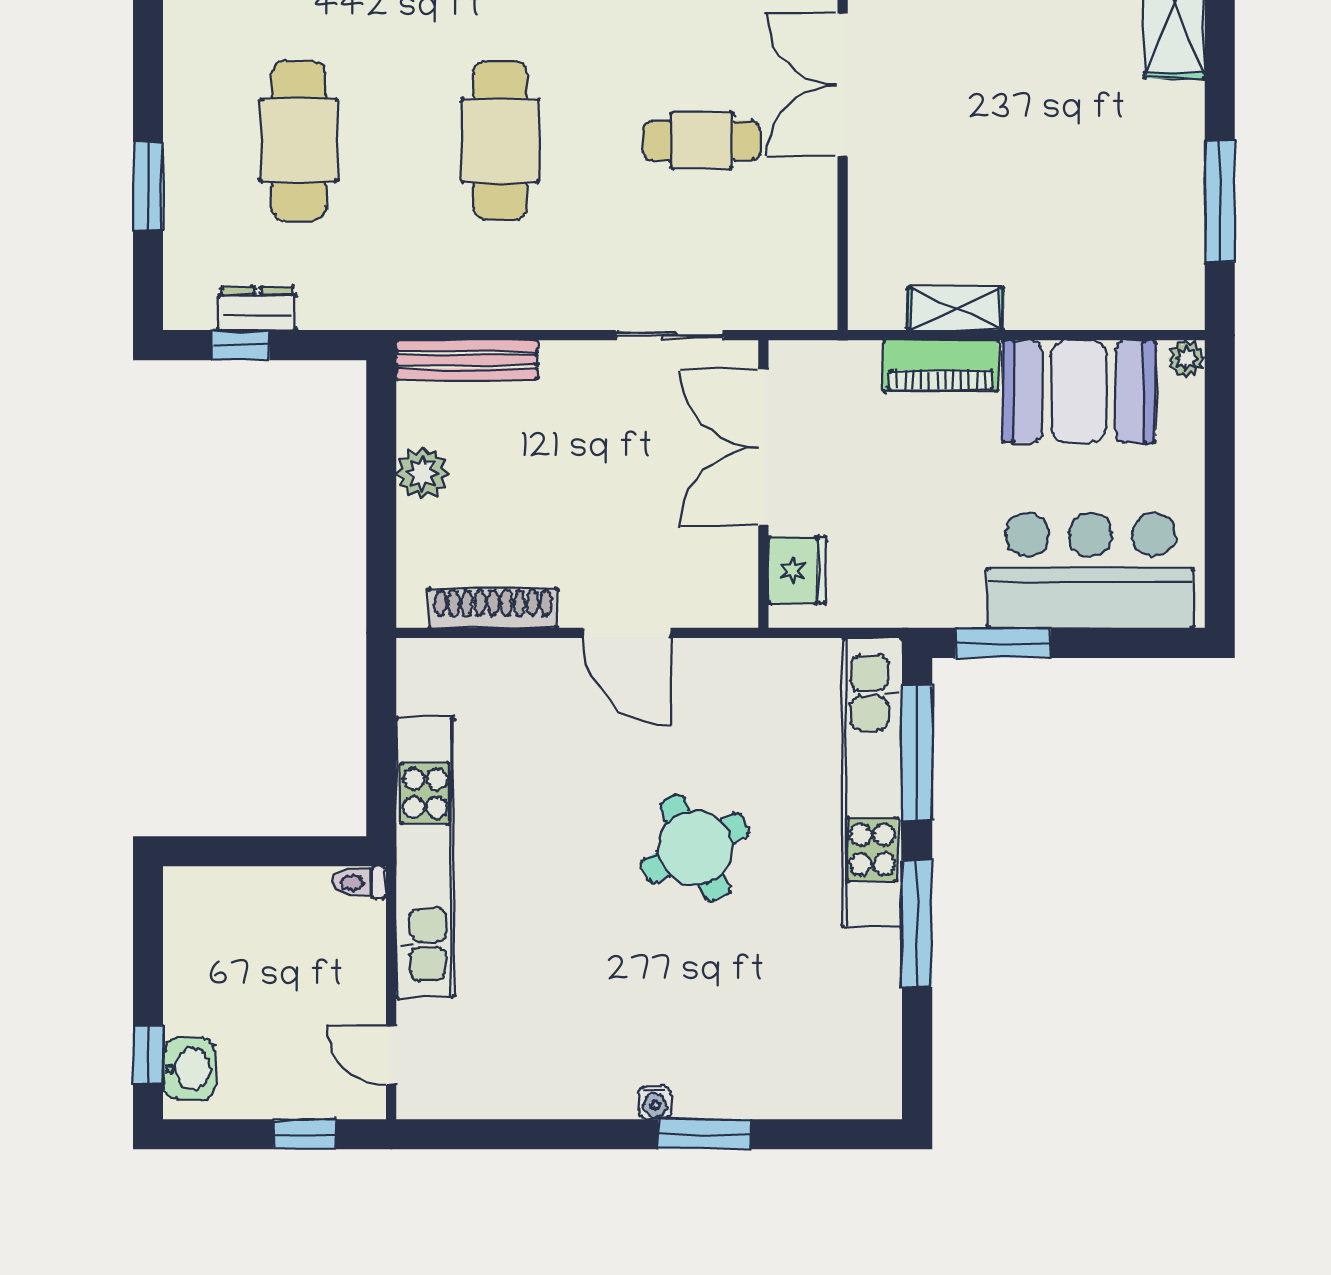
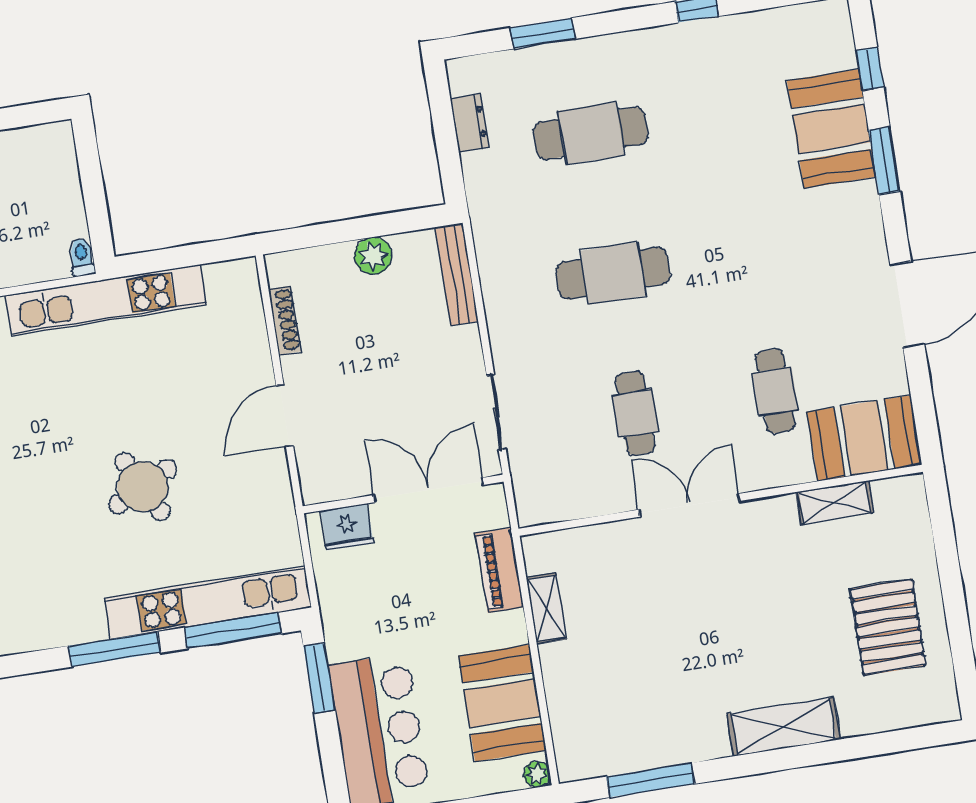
window: (241, 345) -> (442, 115), removed
piano: (941, 366) -> (499, 570), moved
shoe rack: (493, 608) -> (285, 320), width x0.74, depth x0.81

